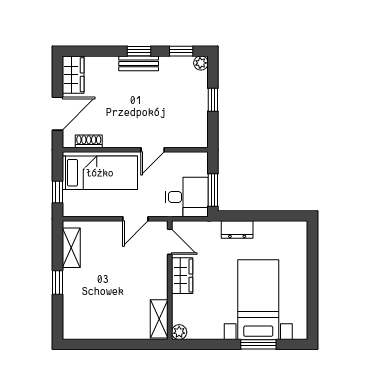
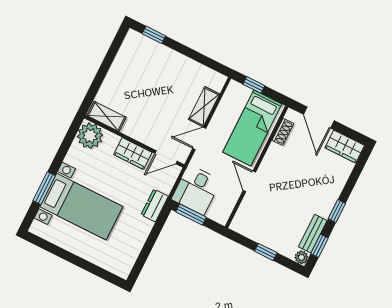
bench: (139, 63) -> (313, 234), moved
door: (135, 219) -> (199, 138), hinge flipped
dresser: (237, 230) -> (155, 205), moved
shelving: (71, 248) -> (204, 107), moved, turned 90
window: (58, 283) -> (154, 35), moved
plant: (179, 332) -> (90, 136), width x1.88, depth x1.88

